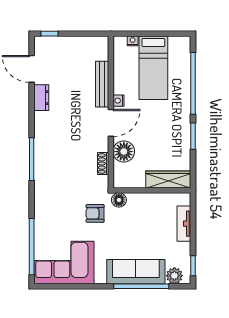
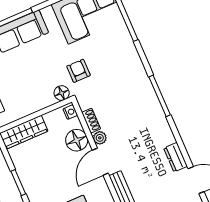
nightstand: (119, 101) -> (70, 112), moved
plant: (102, 145) -> (100, 138), added
armchair: (95, 213) -> (79, 71), turned -90

